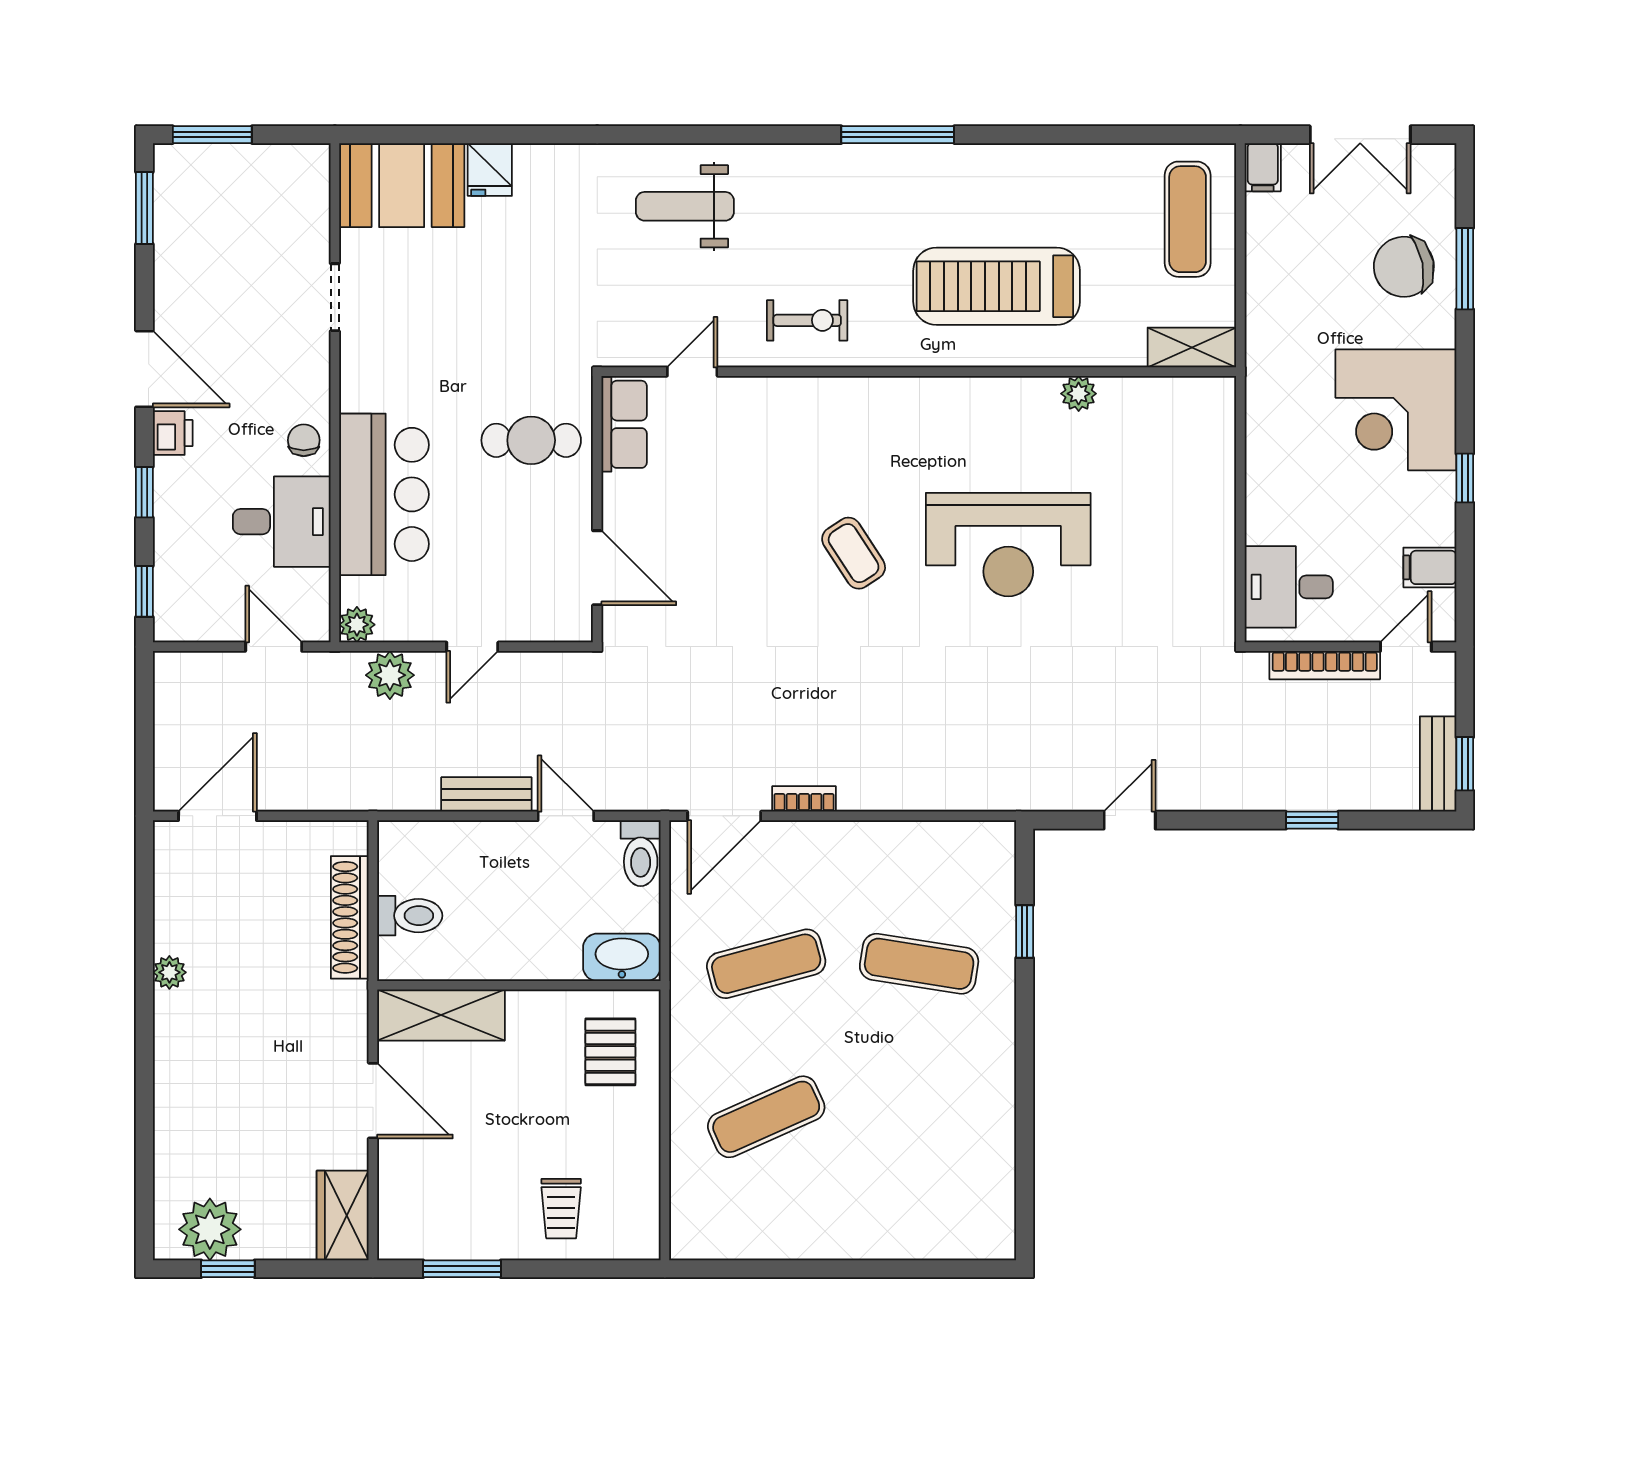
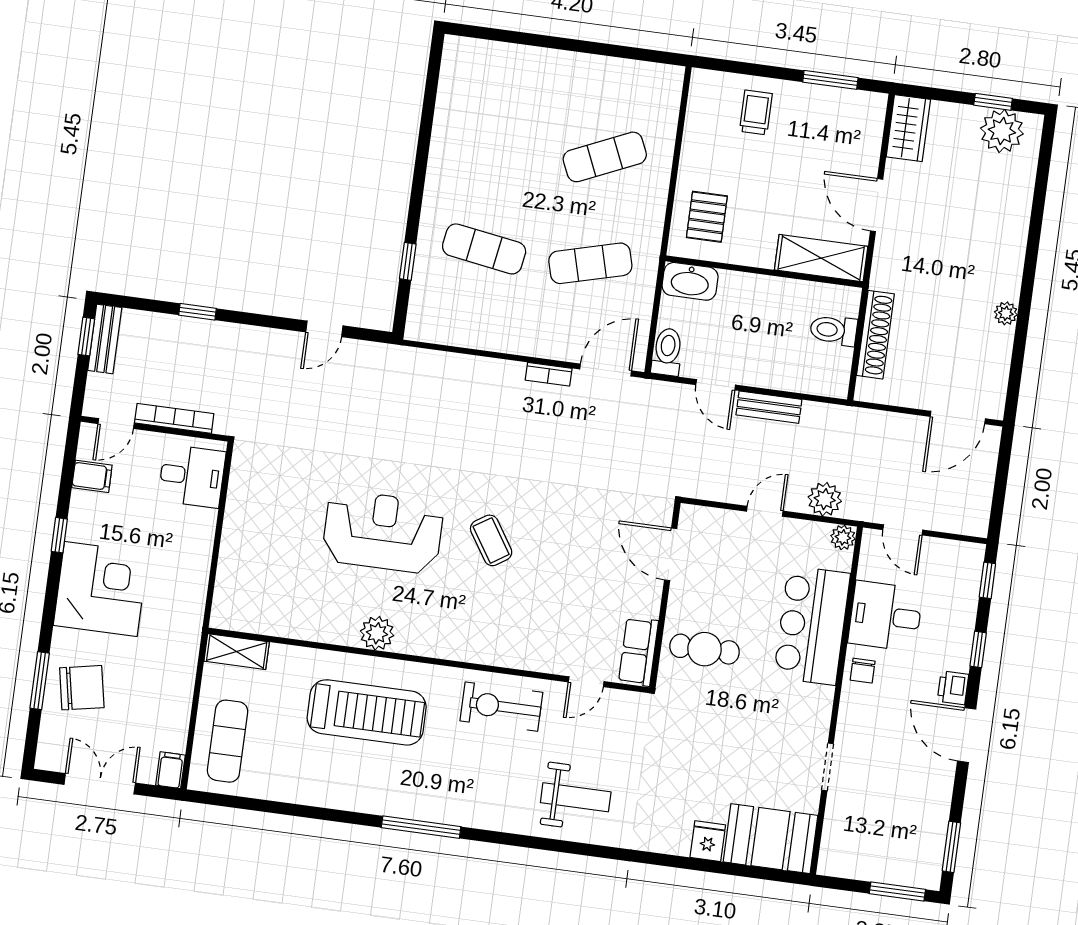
exercise bike: (807, 320) -> (501, 707), width x1.38, depth x1.39
plant: (1079, 394) -> (377, 633), moved, width x1.38, depth x1.38

